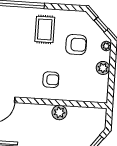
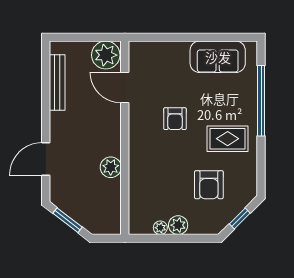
plant: (106, 46) -> (160, 228), moved
armchair: (51, 80) -> (175, 119), moved

